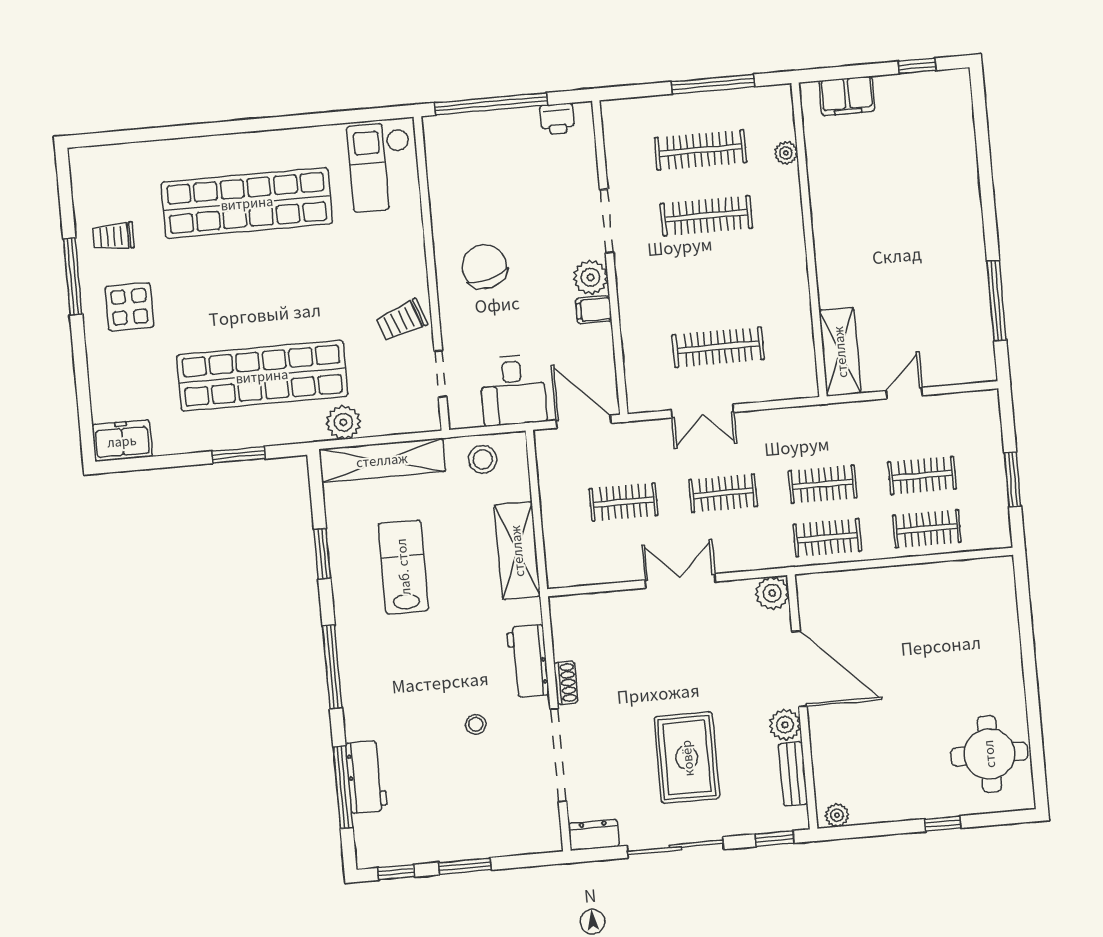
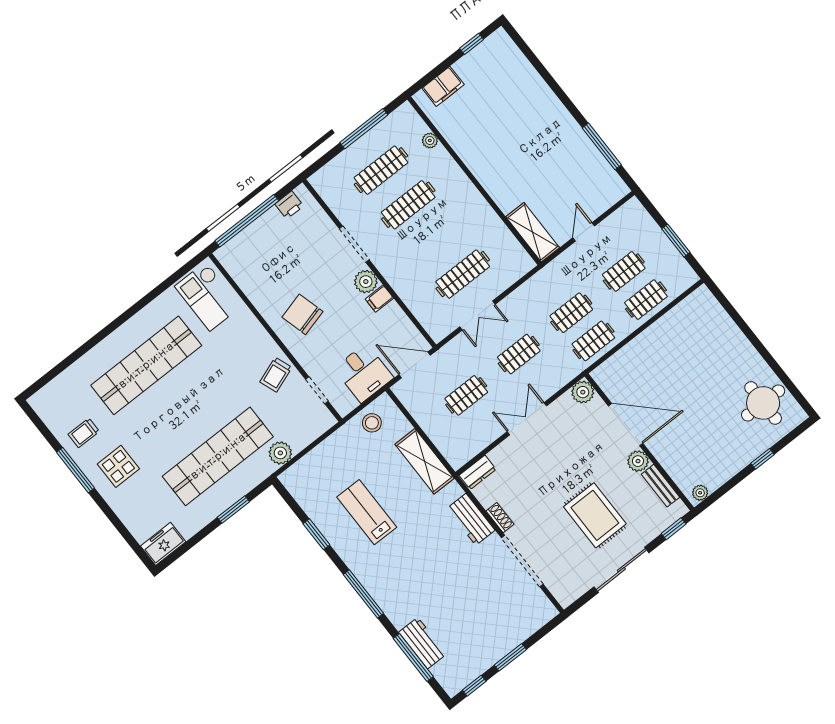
shelving: (382, 460) -> (316, 460), removed
stool: (476, 724) -> (465, 574), removed
dresser: (594, 835) -> (478, 472), moved, turned 180

